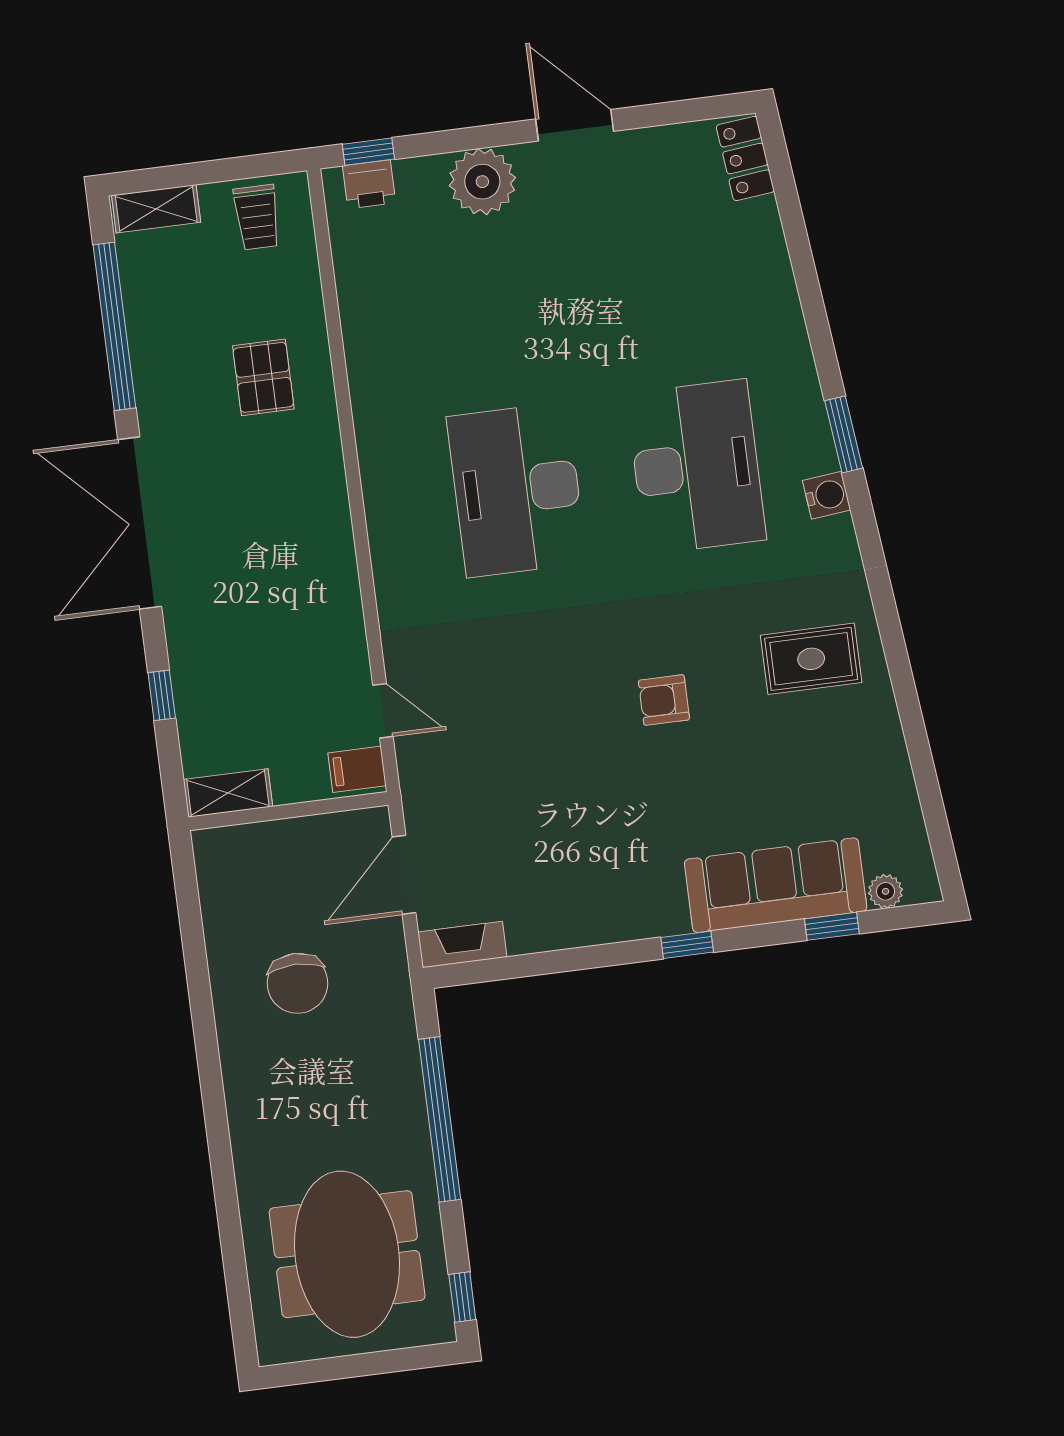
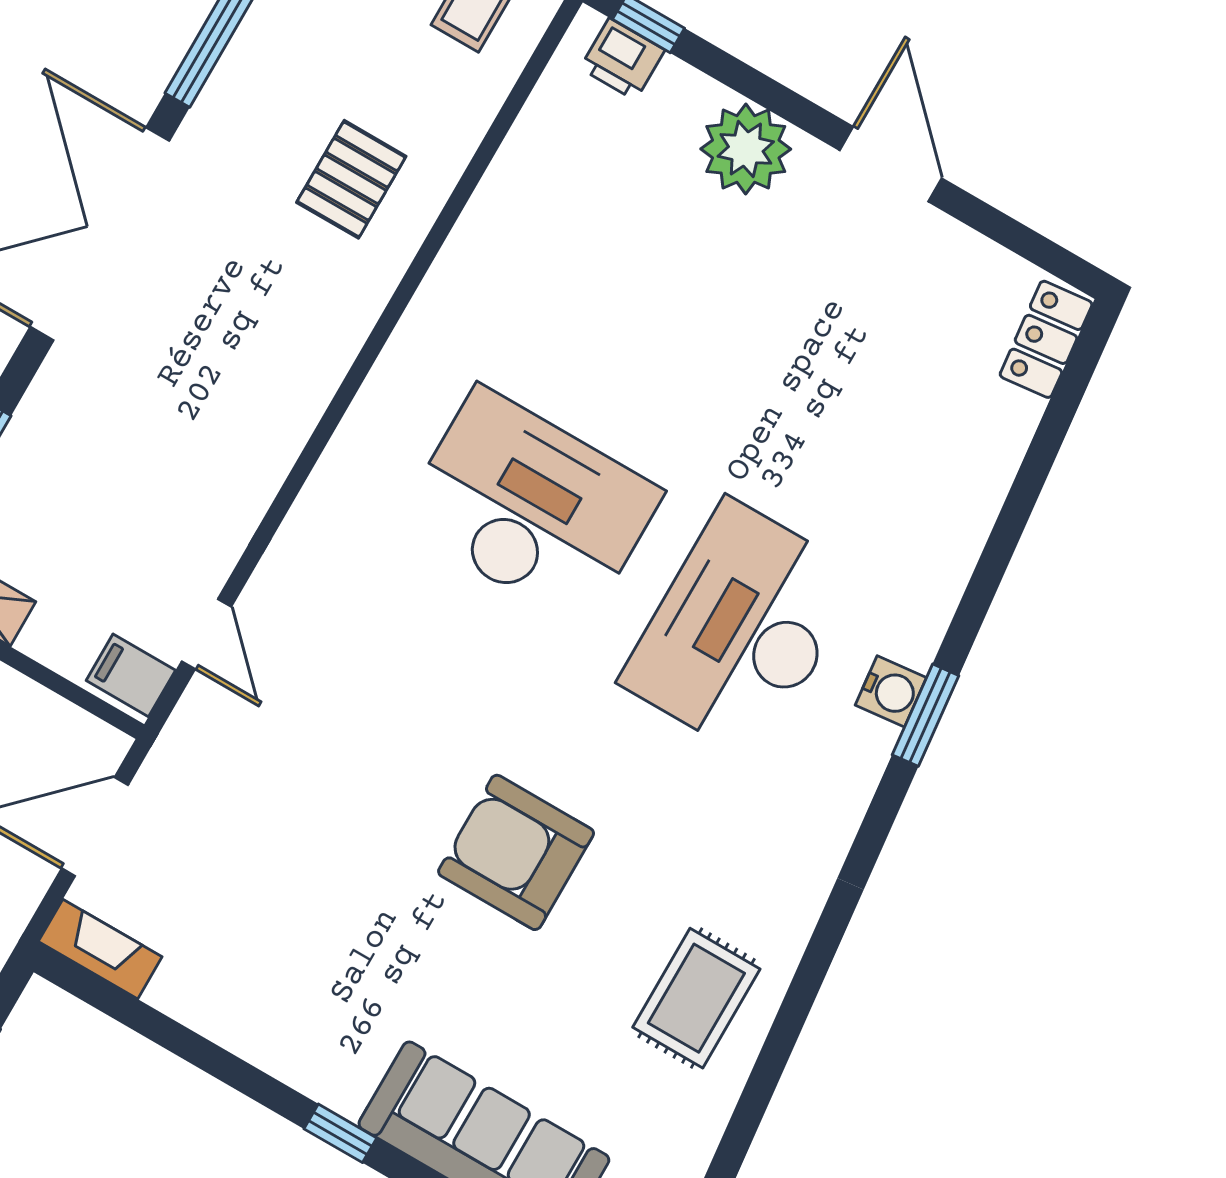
desk: (696, 467) -> (741, 629), turned 180
desk: (517, 490) -> (530, 507), turned 90
water cooler: (827, 495) -> (891, 691), moved
rug: (811, 659) -> (696, 998), moved, turned 90
armchair: (664, 700) -> (516, 852), width x1.88, depth x1.88

